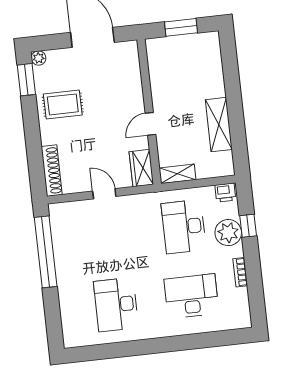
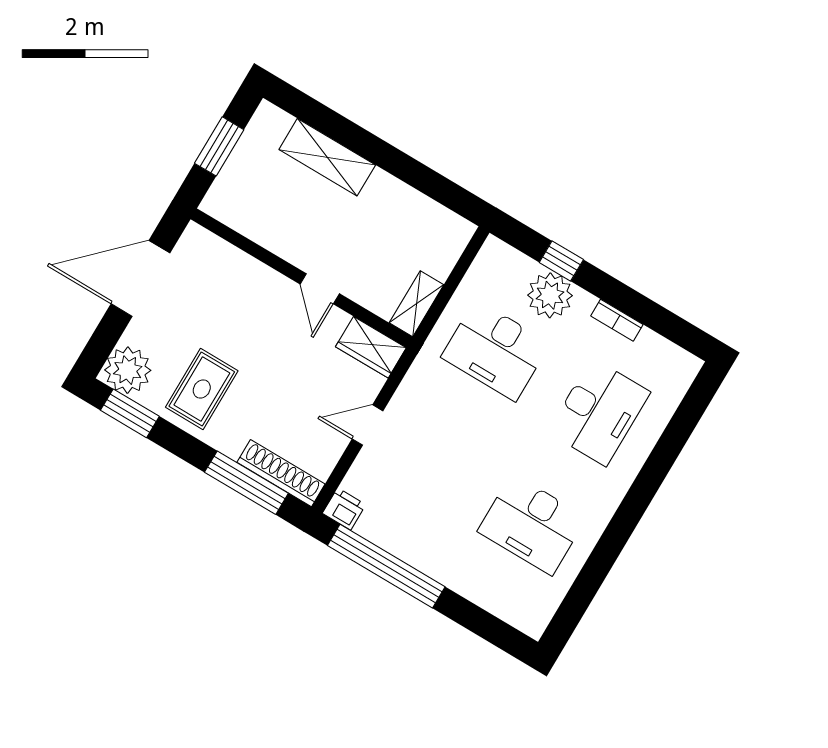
plant: (39, 58) -> (128, 370), width x1.88, depth x1.88
shelving: (219, 125) -> (327, 157), moved
window: (35, 158) -> (246, 483), added
printer: (225, 193) -> (344, 509), moved, turned -90
desk: (191, 296) -> (599, 412), turned 180

